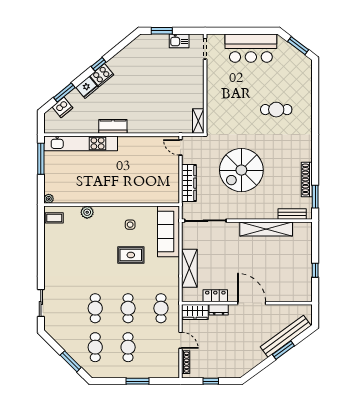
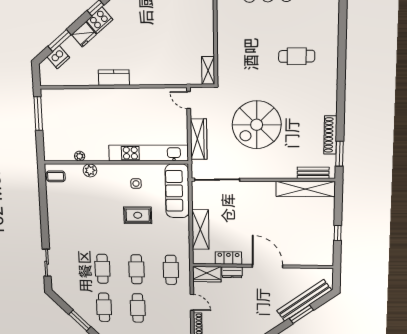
kitchen unit: (81, 143) -> (148, 153), moved, turned 180
plant: (49, 199) -> (80, 156), moved
shelving: (266, 229) -> (305, 189), moved

